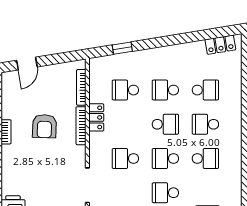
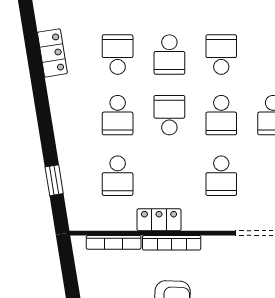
locker: (220, 45) -> (52, 53), moved

